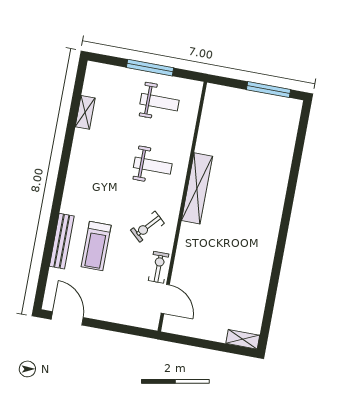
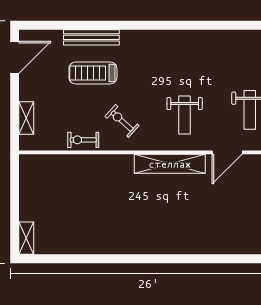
shelving: (85, 112) -> (26, 118), moved, turned 90
exercise bike: (159, 267) -> (83, 140), turned 180
door: (165, 299) -> (227, 152), moved

